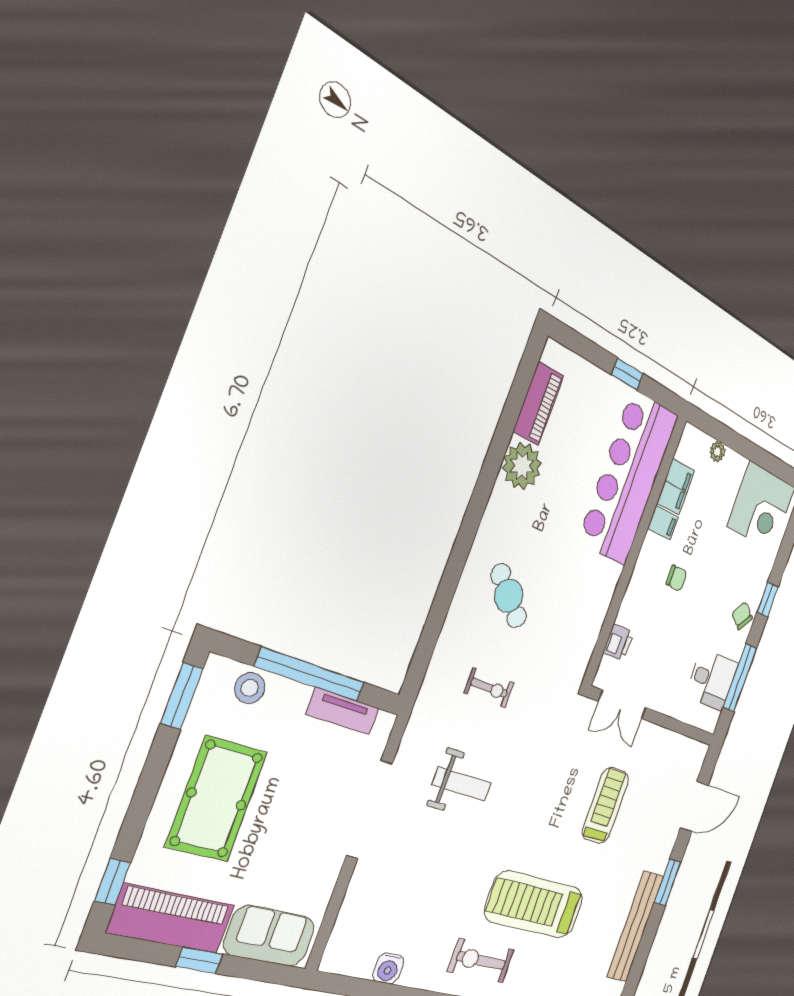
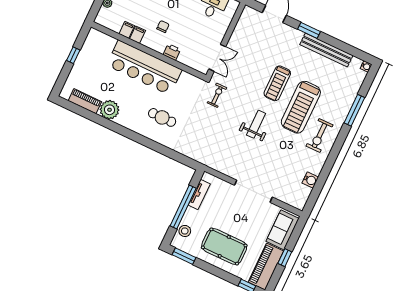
bar counter: (628, 478) -> (144, 68), moved
filing cabinet: (676, 487) -> (127, 30), width x0.50
cafe table: (509, 596) -> (162, 117), turned 47
printer: (618, 642) -> (172, 52), moved
exercise bike: (489, 688) -> (217, 95), moved
weight bench: (462, 784) -> (256, 124), moved
treadmill: (606, 805) -> (277, 83), moved, turned -90
doorway: (369, 809) -> (253, 191), moved

